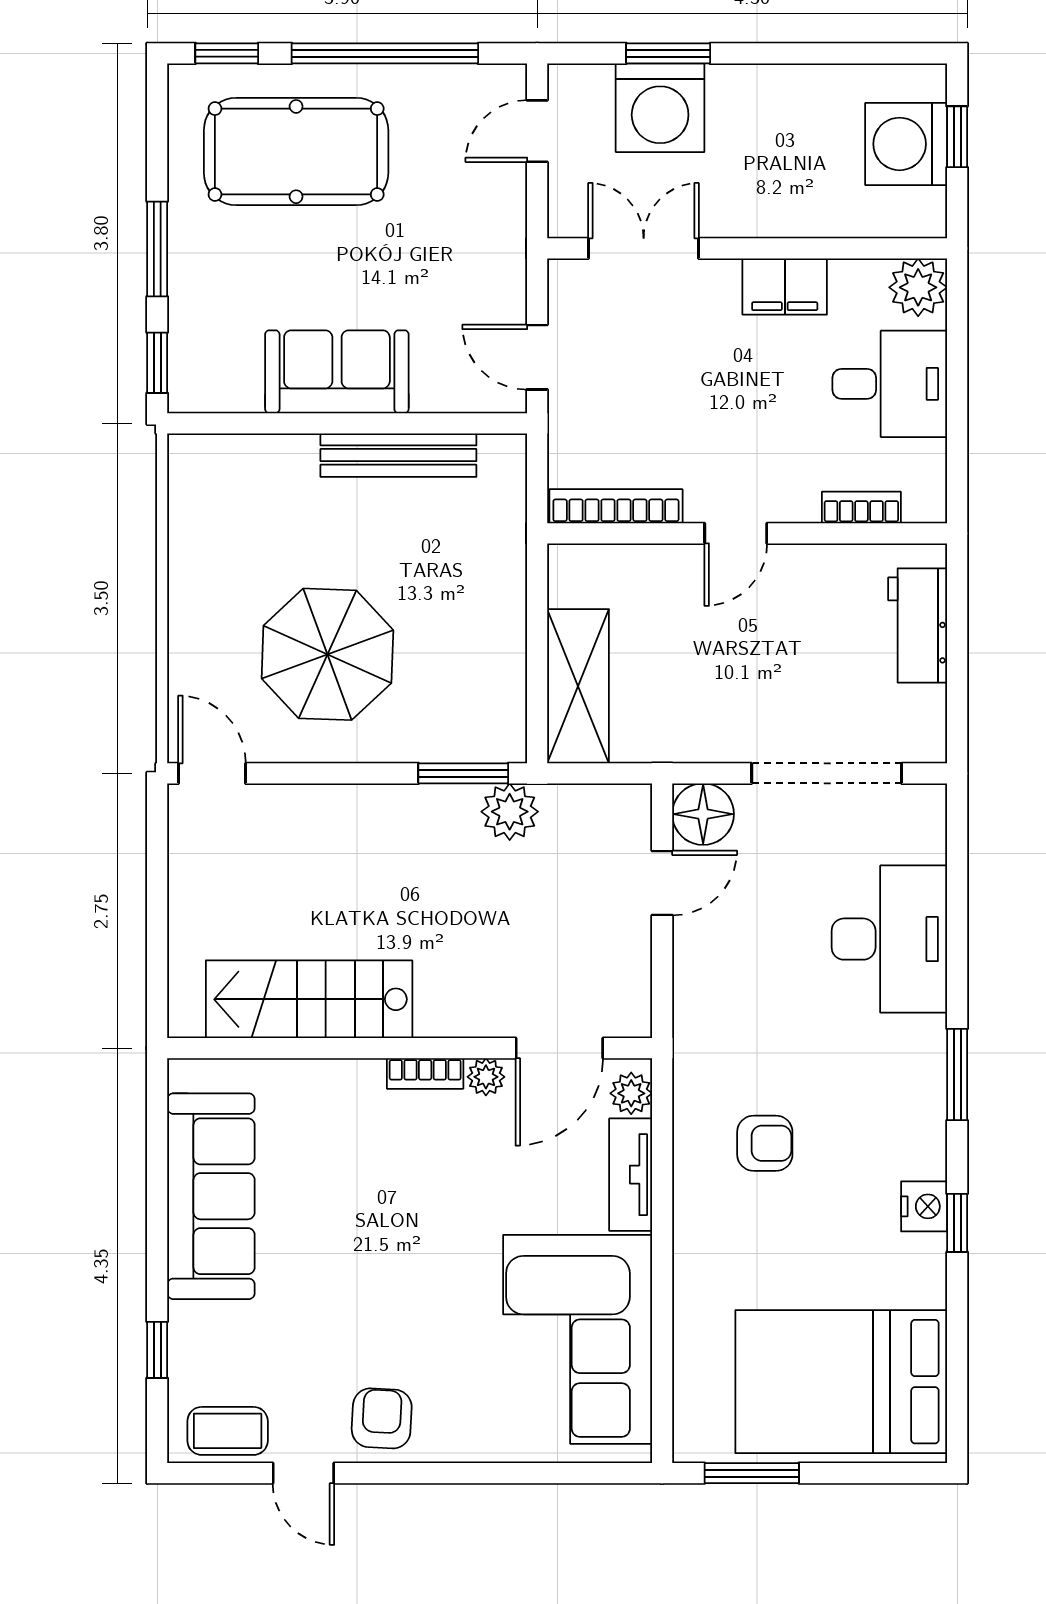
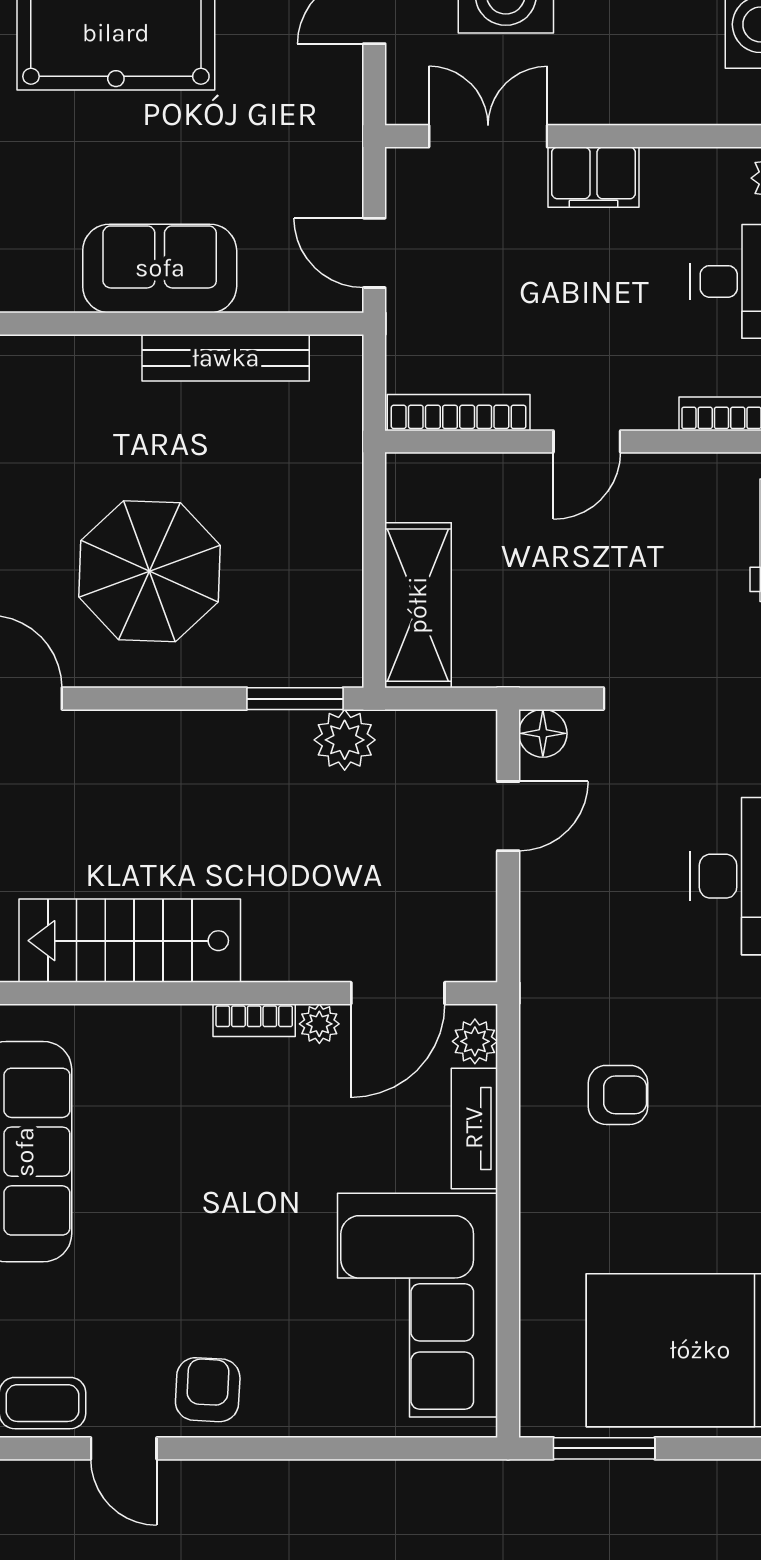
filing cabinet: (785, 286) -> (594, 177), moved
floor lamp: (703, 814) -> (543, 733), width x0.73, depth x0.73

